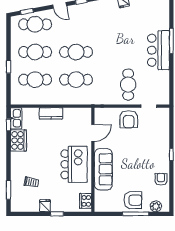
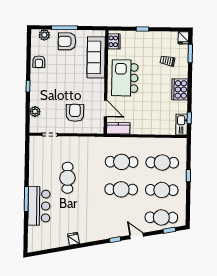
bar counter: (158, 50) -> (39, 206), moved
cafe table: (128, 85) -> (67, 178), moved
kitchen counter: (51, 113) -> (118, 128), moved
armchair: (129, 119) -> (75, 113), moved
plant: (164, 129) -> (35, 112), added
door: (93, 133) -> (106, 109), swing flipped
cooker: (18, 140) -> (180, 89), moved
sofa: (103, 169) -> (96, 57), moved
fridge: (45, 206) -> (183, 38), moved

